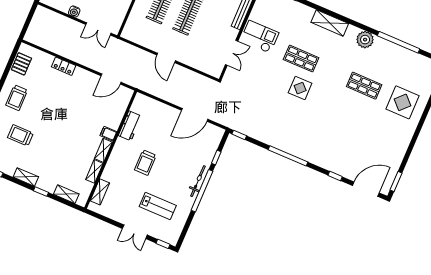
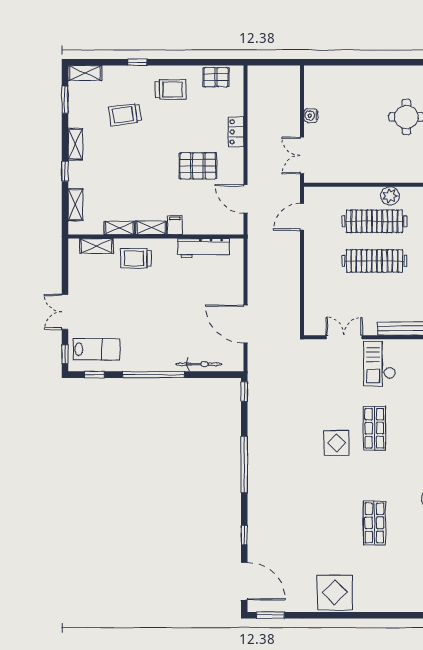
checkout: (260, 37) -> (380, 364), turned 180
double door: (232, 53) -> (344, 337), swing flipped
door: (166, 58) -> (302, 217), moved
trolley: (17, 98) -> (171, 89), turned 180
pallet: (75, 101) -> (198, 166), added
display table: (402, 102) -> (335, 593), moved
workbench: (130, 126) -> (203, 248), width x1.38
trolley: (20, 135) -> (125, 115), turned -98
window: (216, 158) -> (94, 375), moved
trolley: (145, 163) -> (136, 258), moved
bicycle: (198, 181) -> (199, 364), moved
lab bench: (158, 206) -> (96, 349), moved, turned -90

